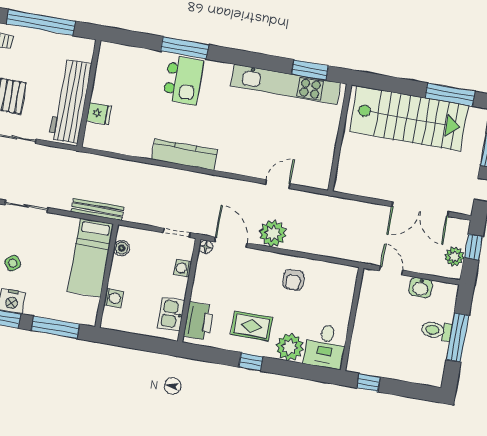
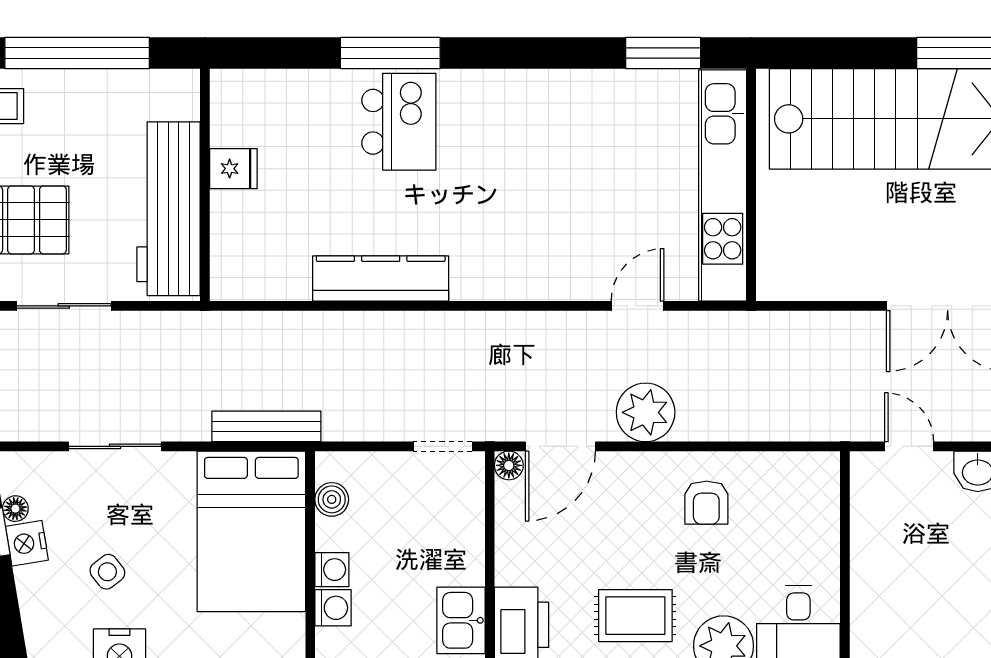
kitchen unit: (286, 84) -> (723, 186), moved, turned 90
fridge: (99, 113) -> (233, 169), moved
kitchen counter: (184, 155) -> (381, 279), moved
door: (231, 242) -> (560, 446), swing flipped
bed: (90, 258) -> (251, 531), width x1.50
washing machine: (183, 268) -> (332, 570), moved, turned 180

